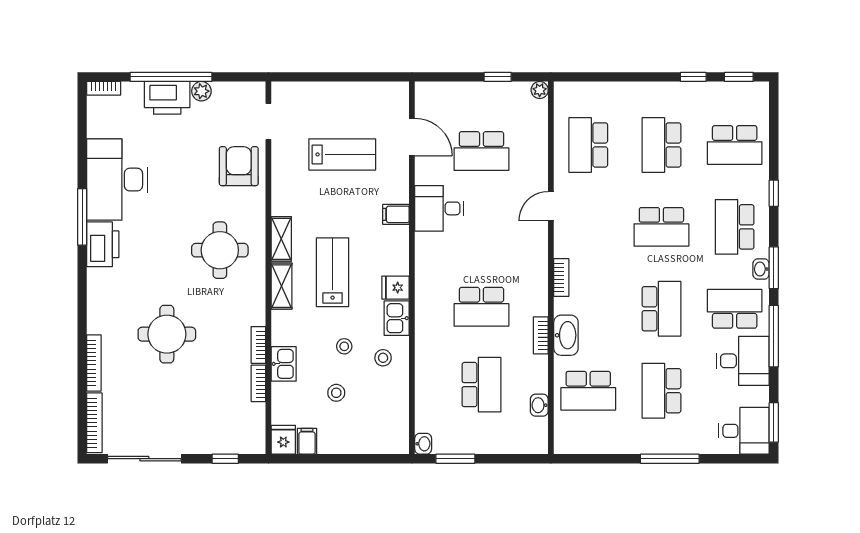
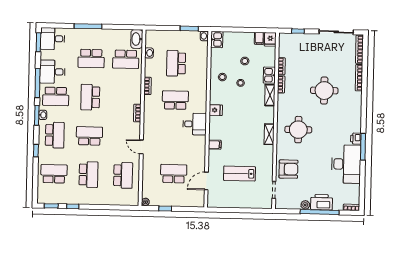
door: (412, 137) -> (206, 181), hinge flipped
armchair: (239, 166) -> (288, 169), turned -90
door: (551, 206) -> (141, 147), swing flipped
desk: (439, 208) -> (195, 124), moved
printer: (103, 244) -> (356, 139), width x0.53, depth x0.68
lab bench: (333, 272) -> (245, 118), removed
shelving: (282, 286) -> (270, 95), moved
kitchen sink: (397, 318) -> (217, 40), moved
washbasin: (566, 335) -> (137, 39), moved
school desk: (588, 391) -> (126, 59), turned 180
school desk: (661, 391) -> (91, 58), turned 90

